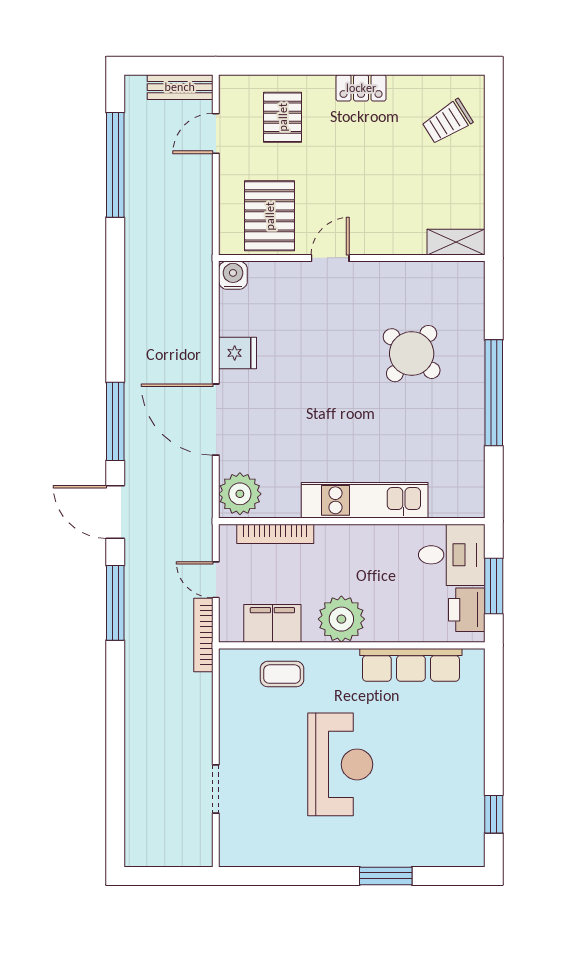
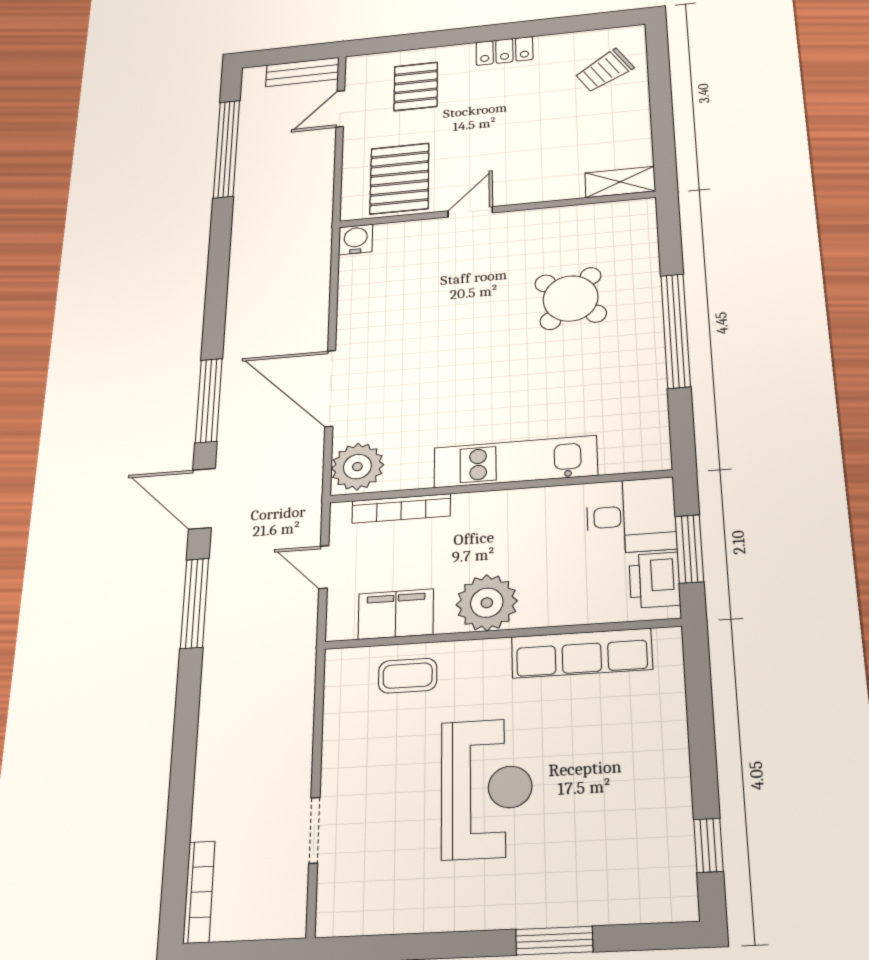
fridge: (238, 353) -> (359, 317), removed
bookcase: (203, 635) -> (199, 892), moved, turned 180

